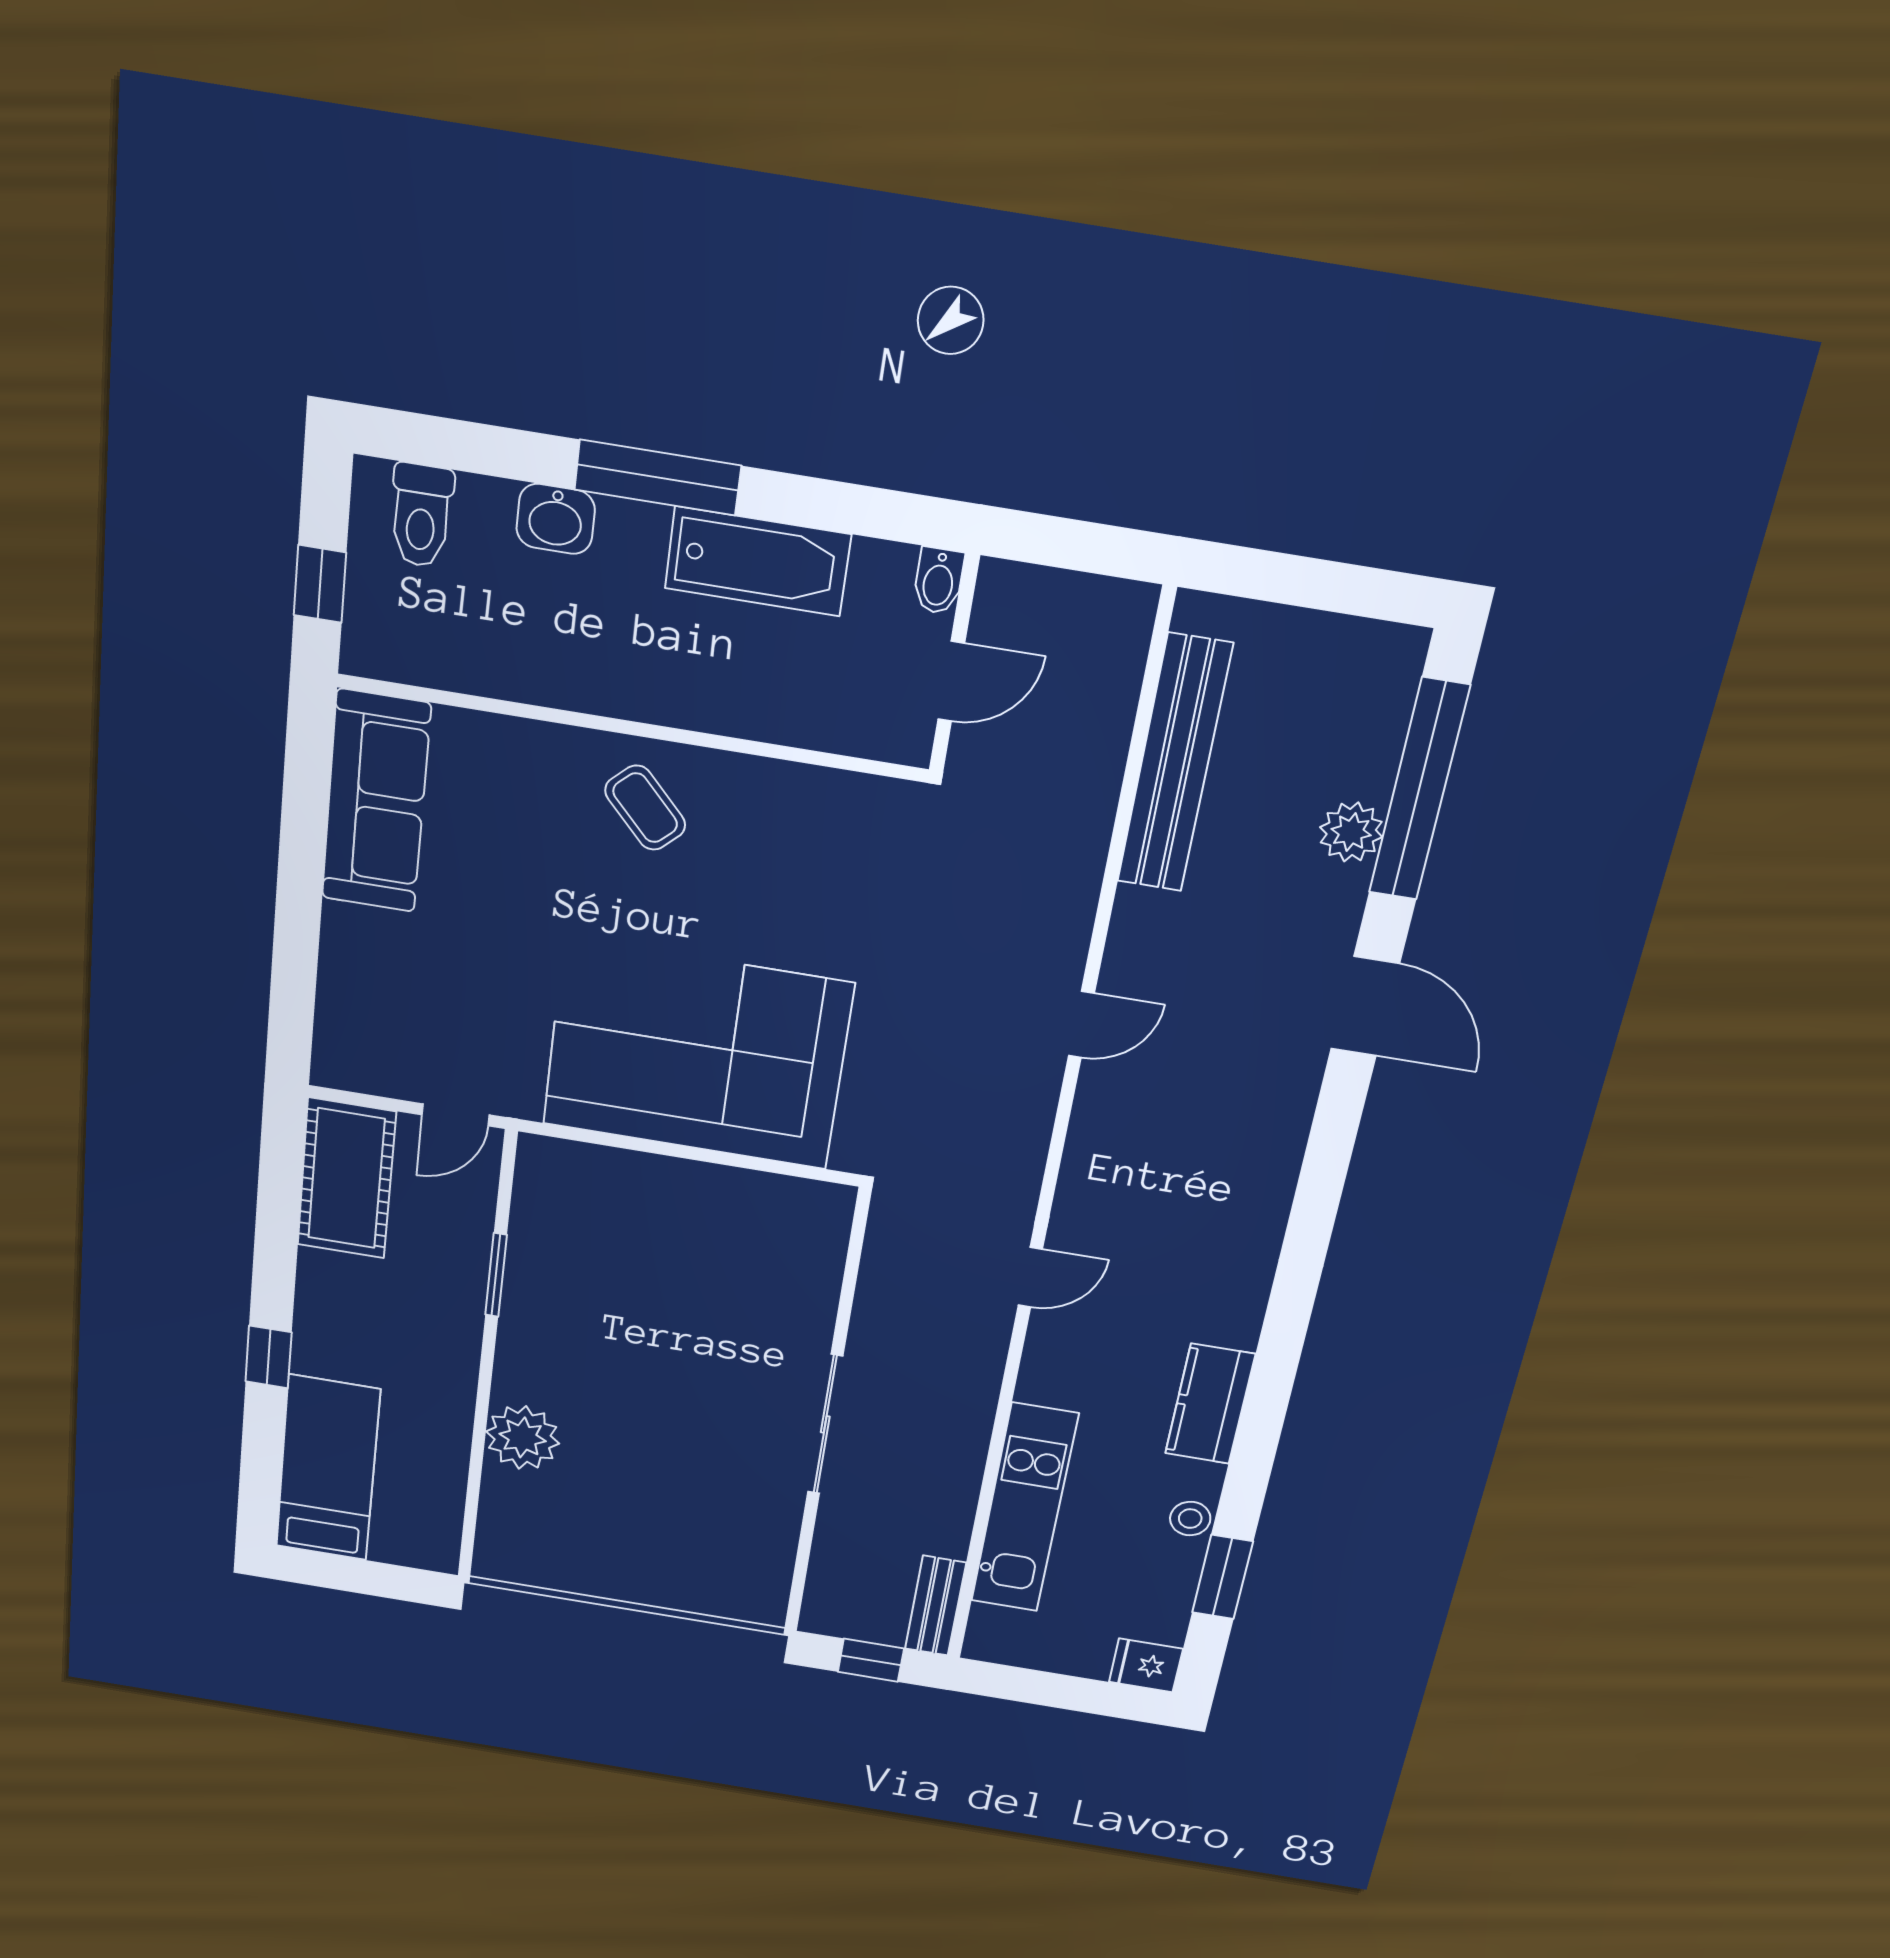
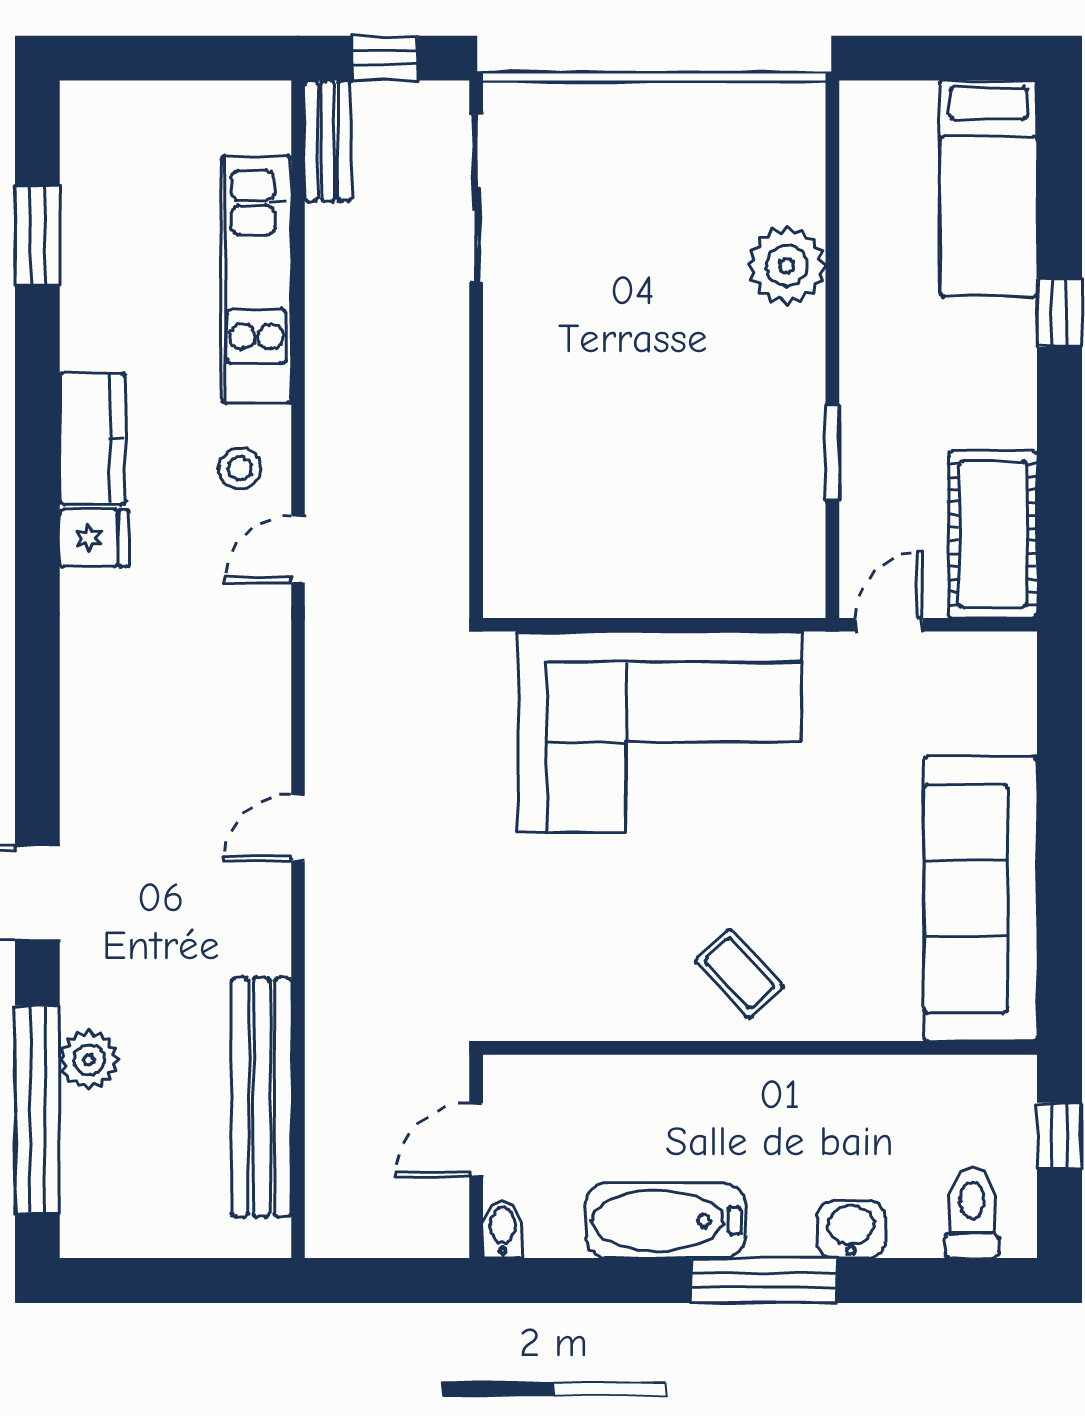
sofa: (376, 802) -> (981, 899), width x1.36, depth x1.27
sliding door: (825, 1424) -> (476, 198), moved
stool: (1190, 1519) -> (240, 468), moved
fridge: (1146, 1665) -> (94, 538), moved

